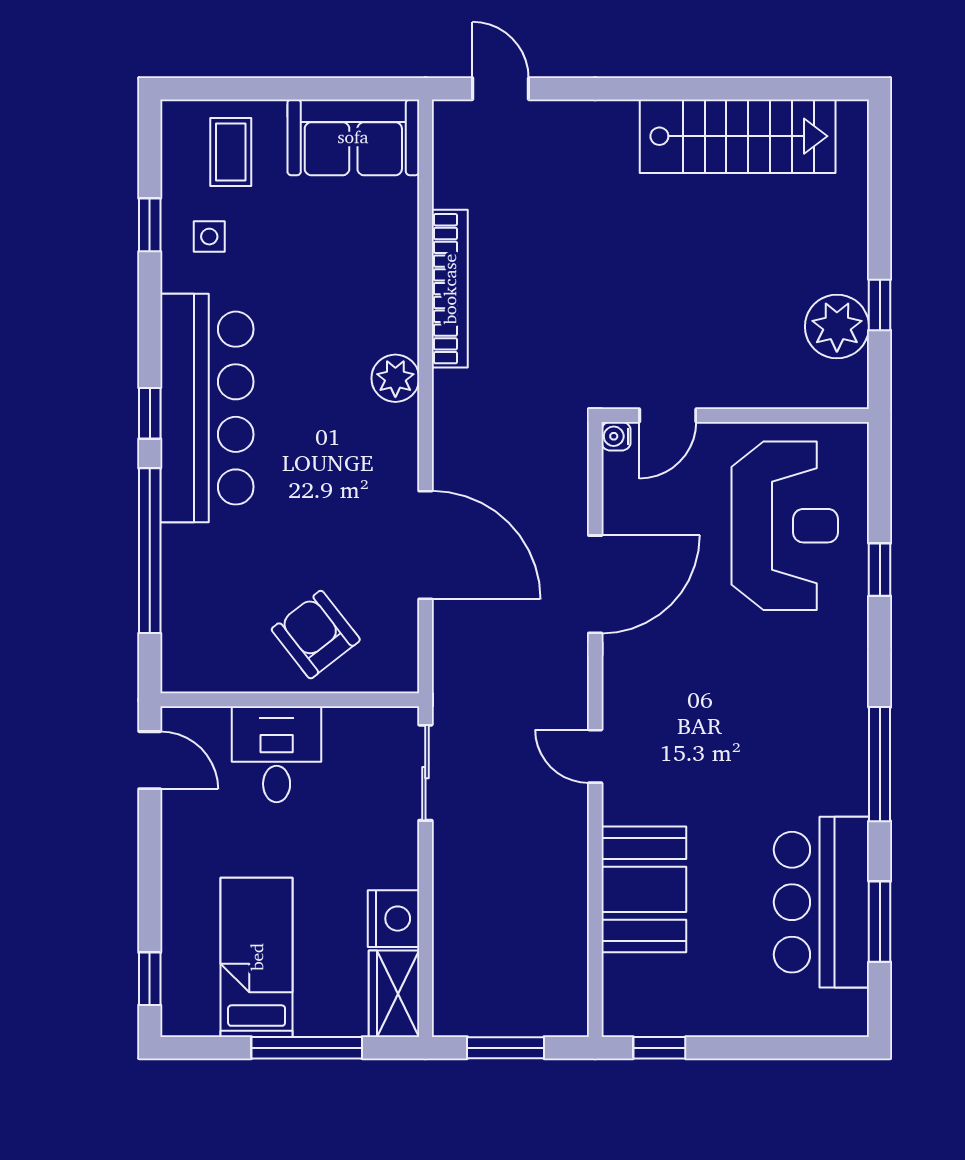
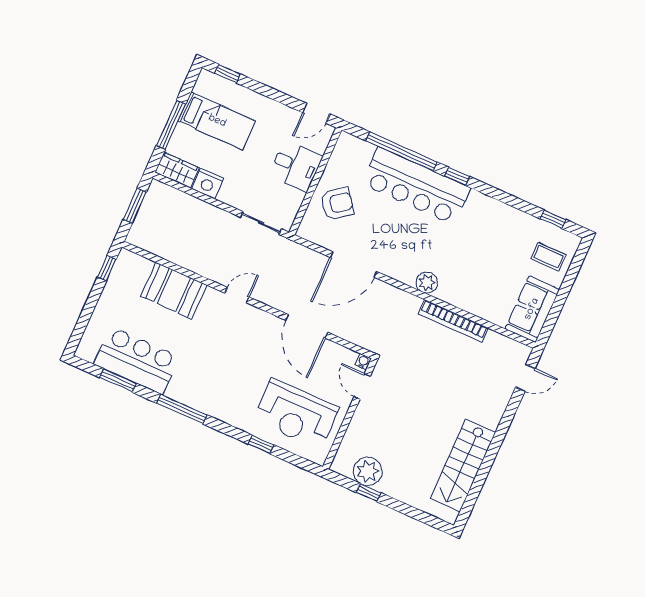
window: (150, 225) -> (553, 219), moved
side table: (209, 237) -> (518, 233), removed
bar counter: (207, 408) -> (416, 186), moved

